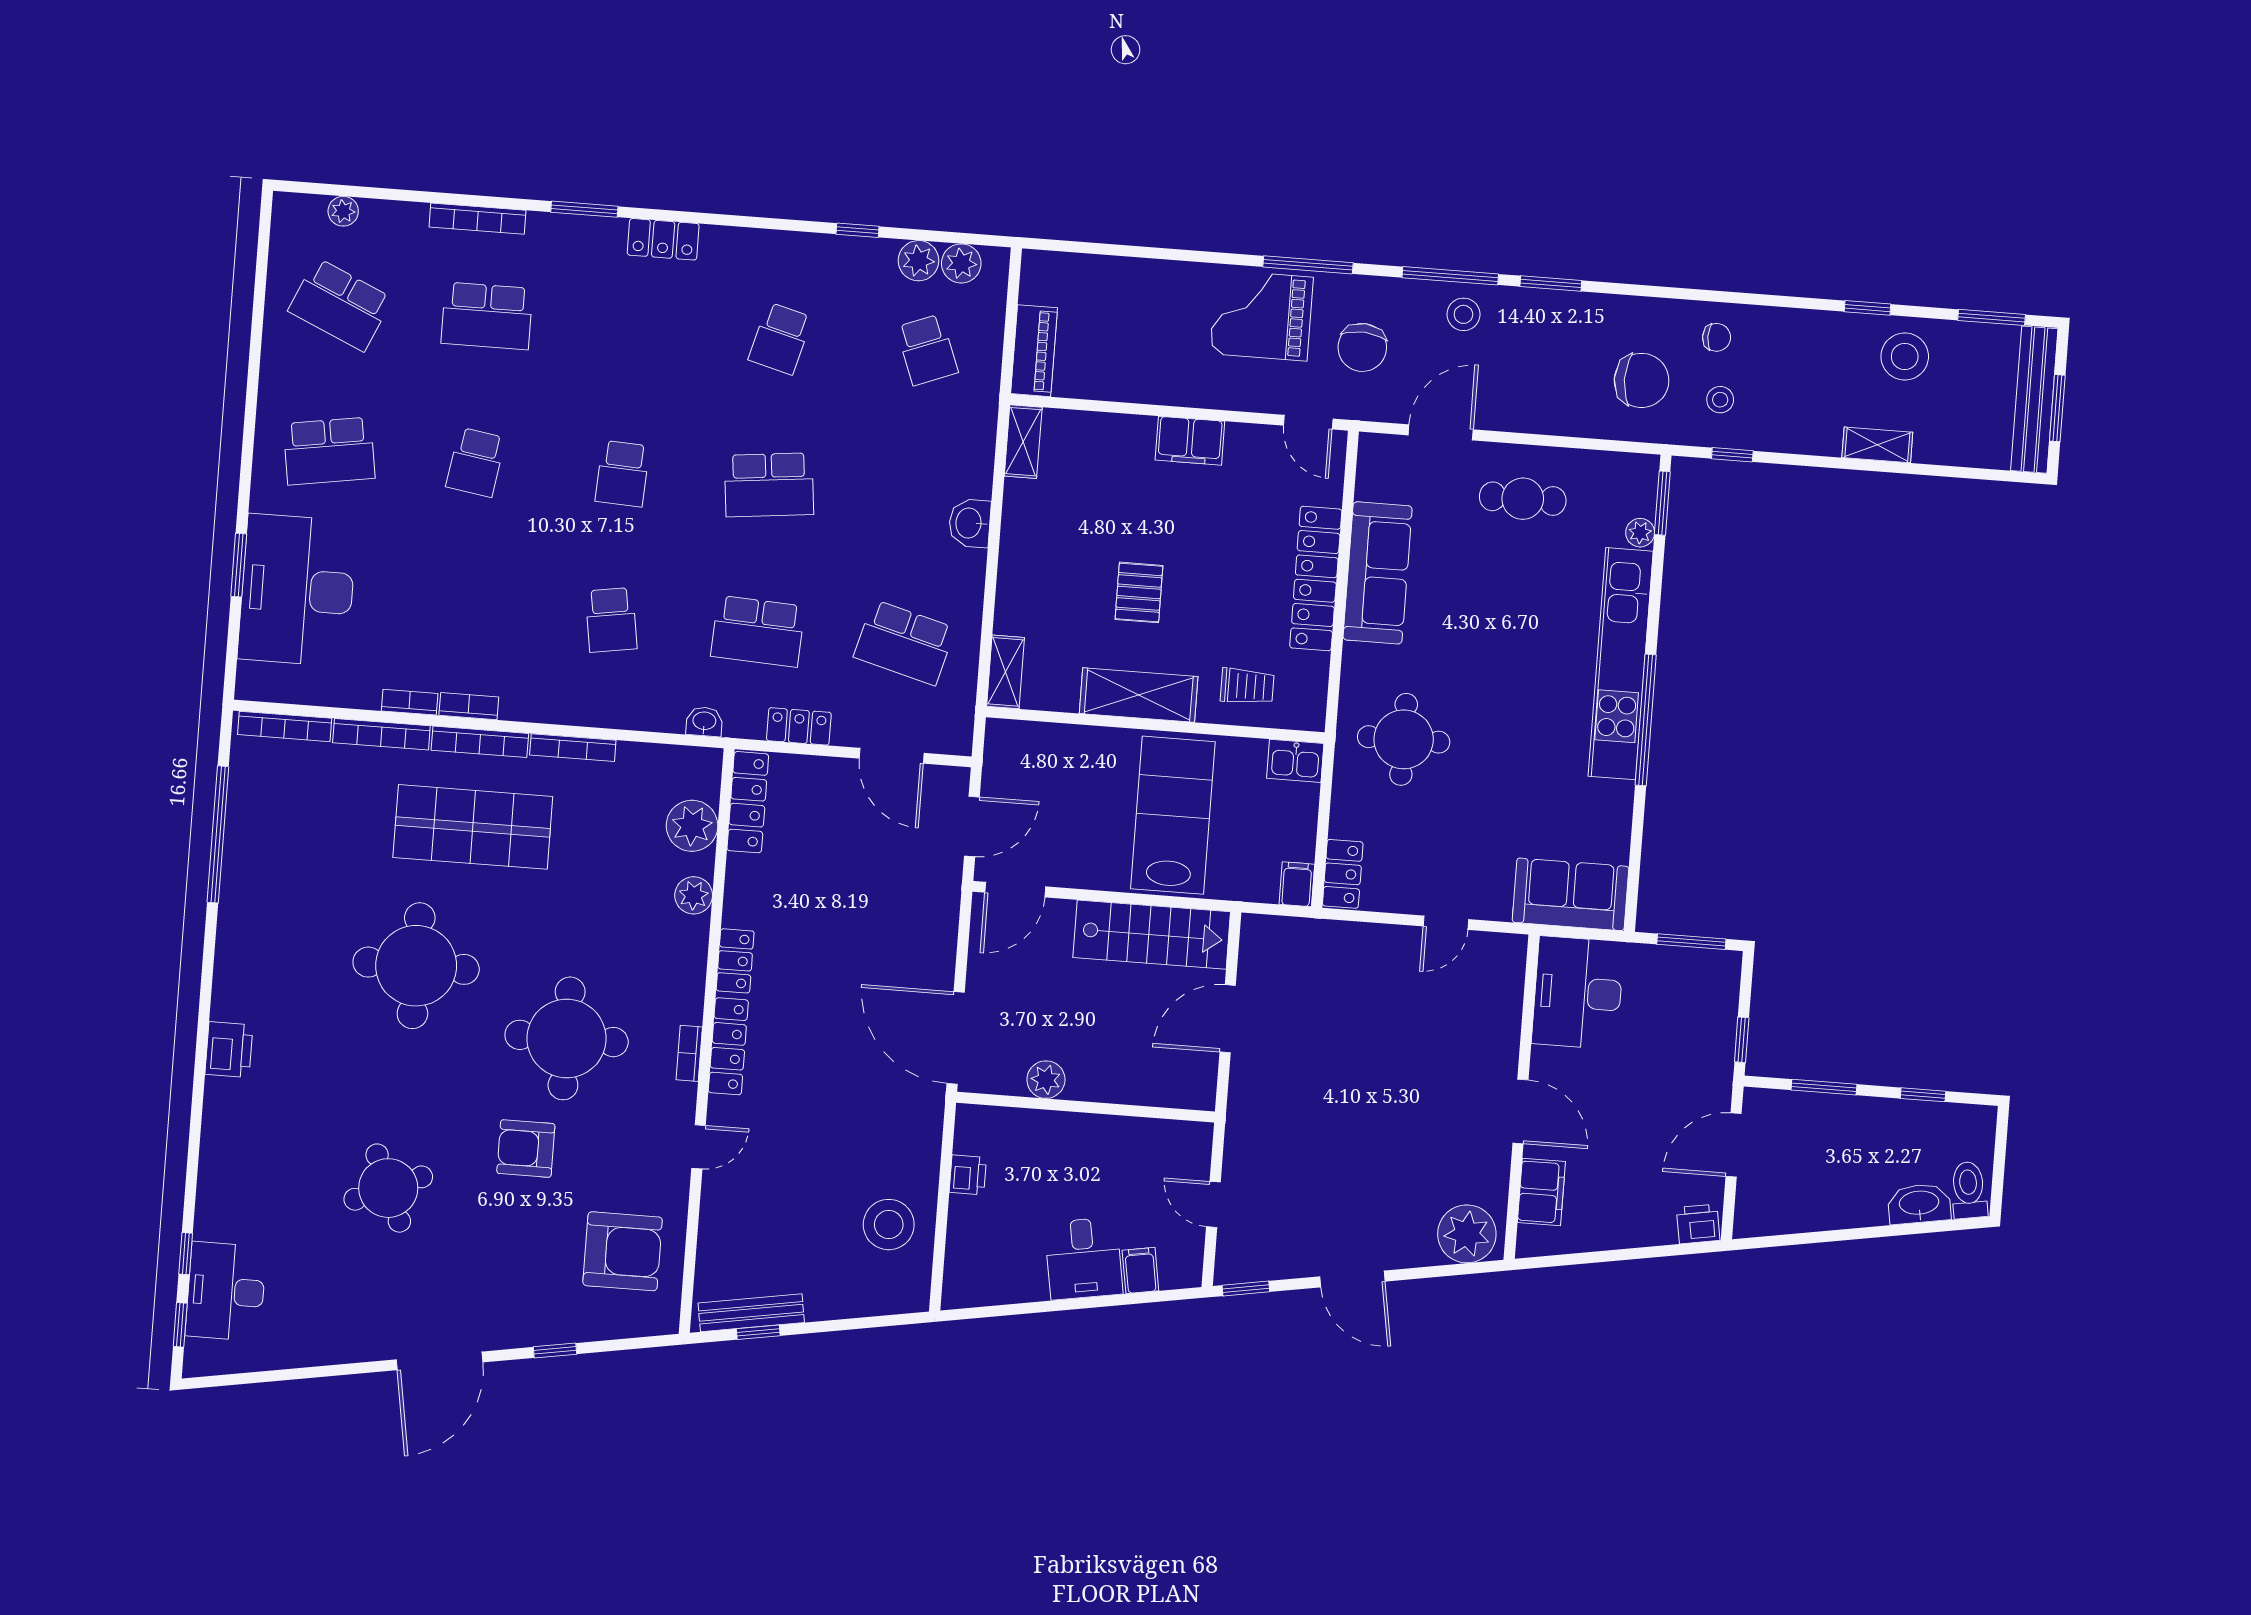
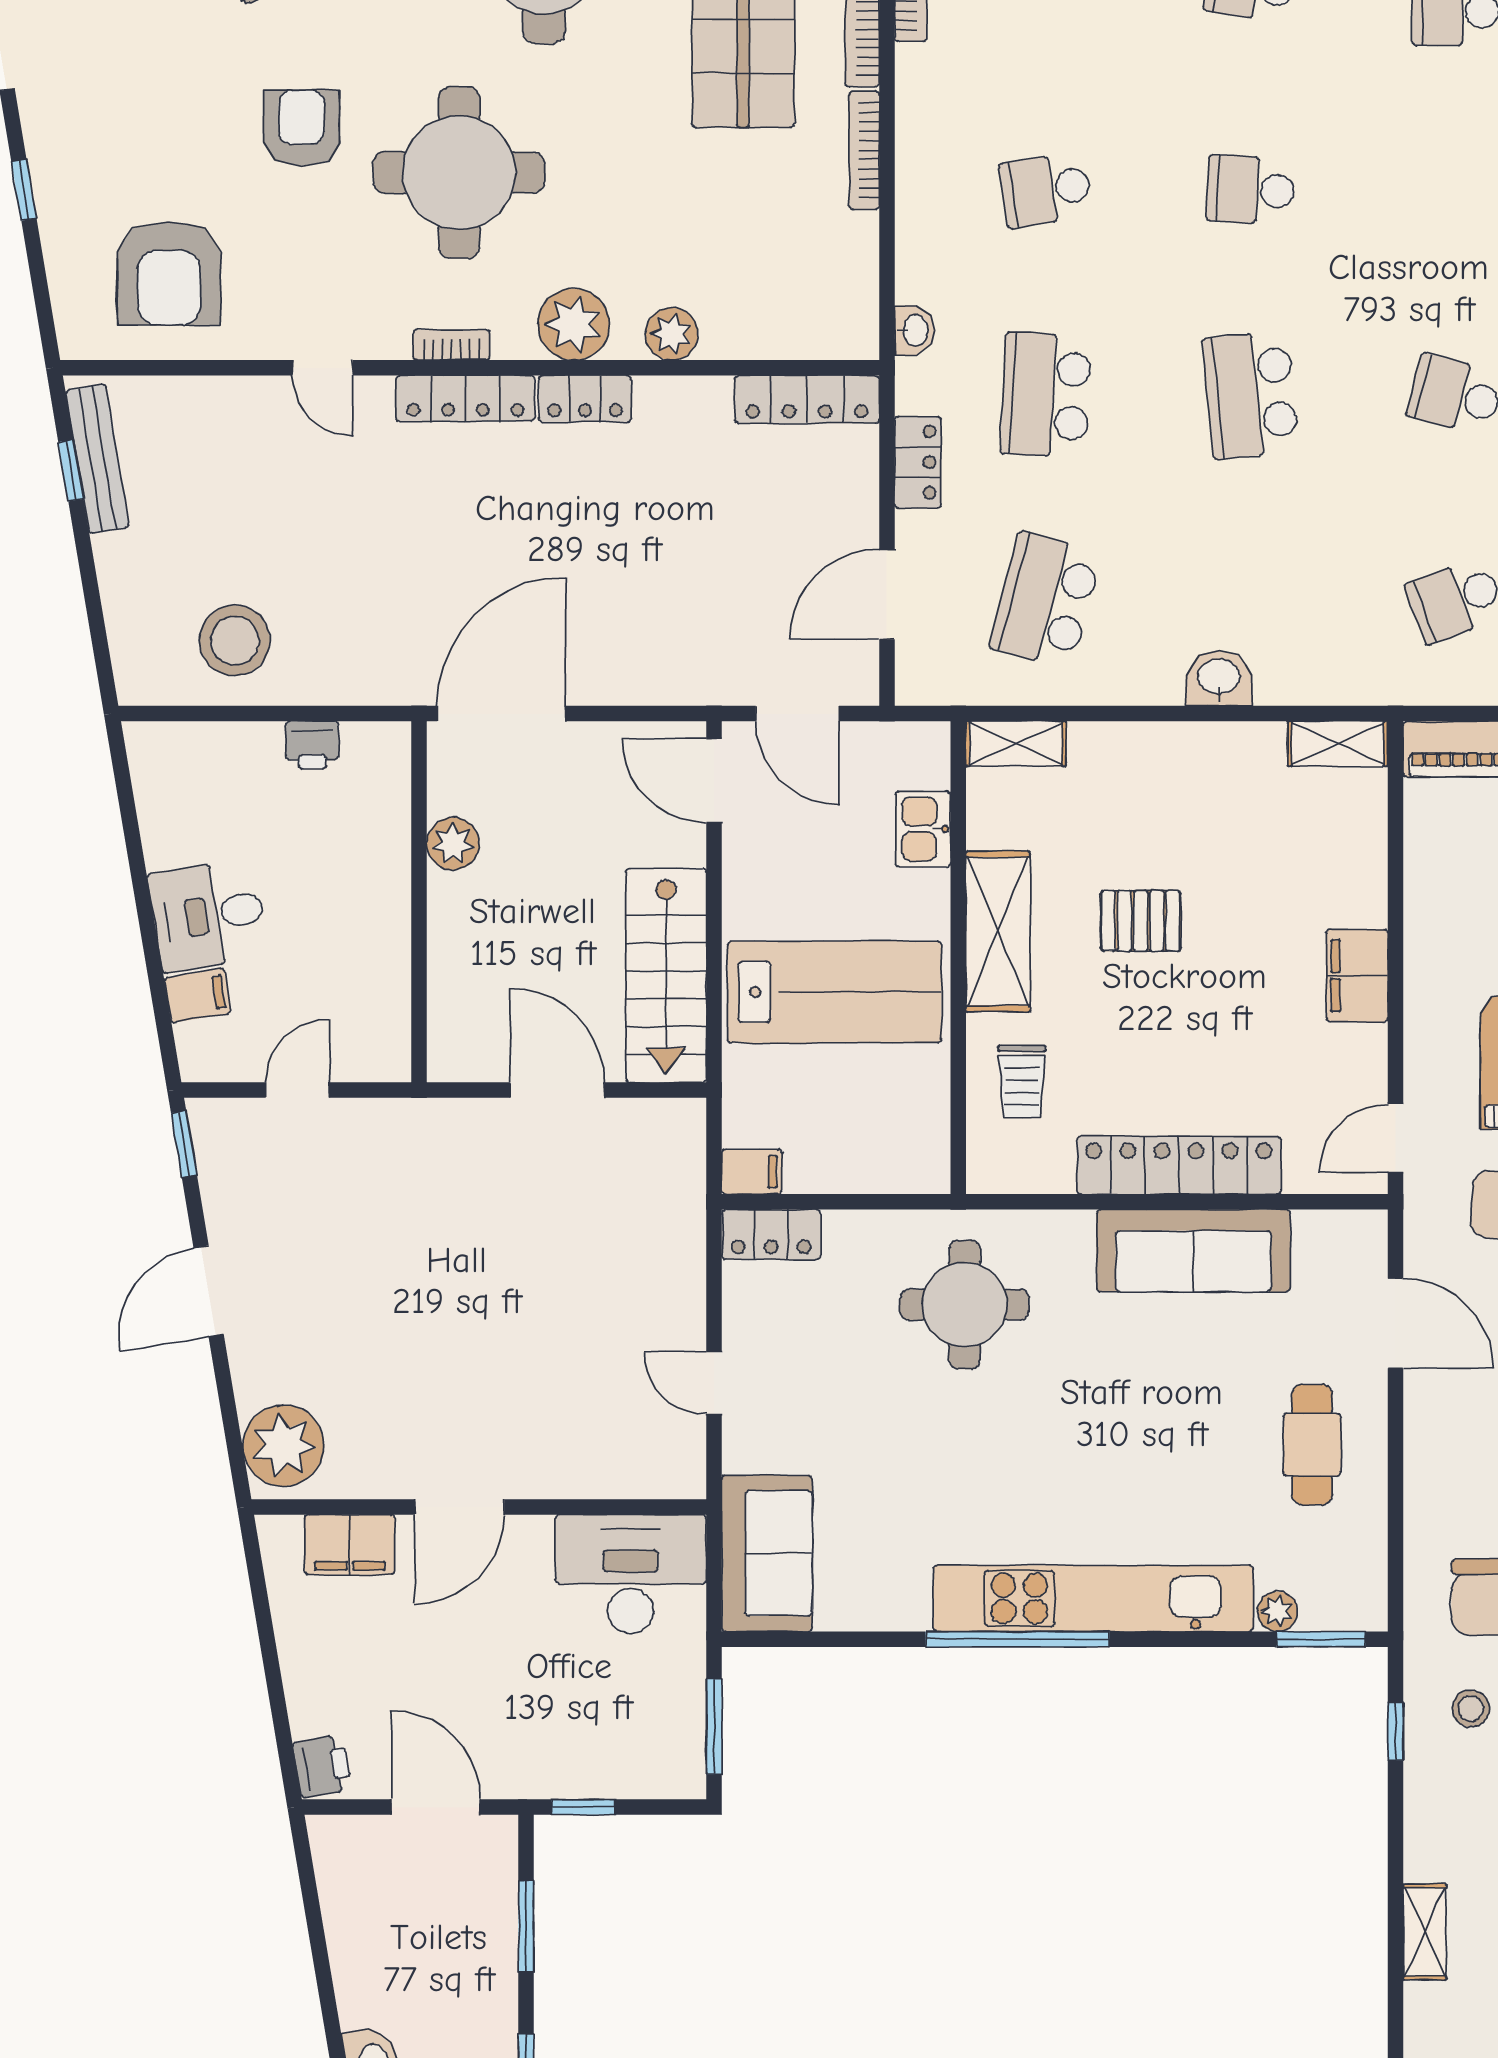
kitchen sink: (1295, 761) -> (923, 829), moved
plant: (692, 826) -> (574, 324), moved

